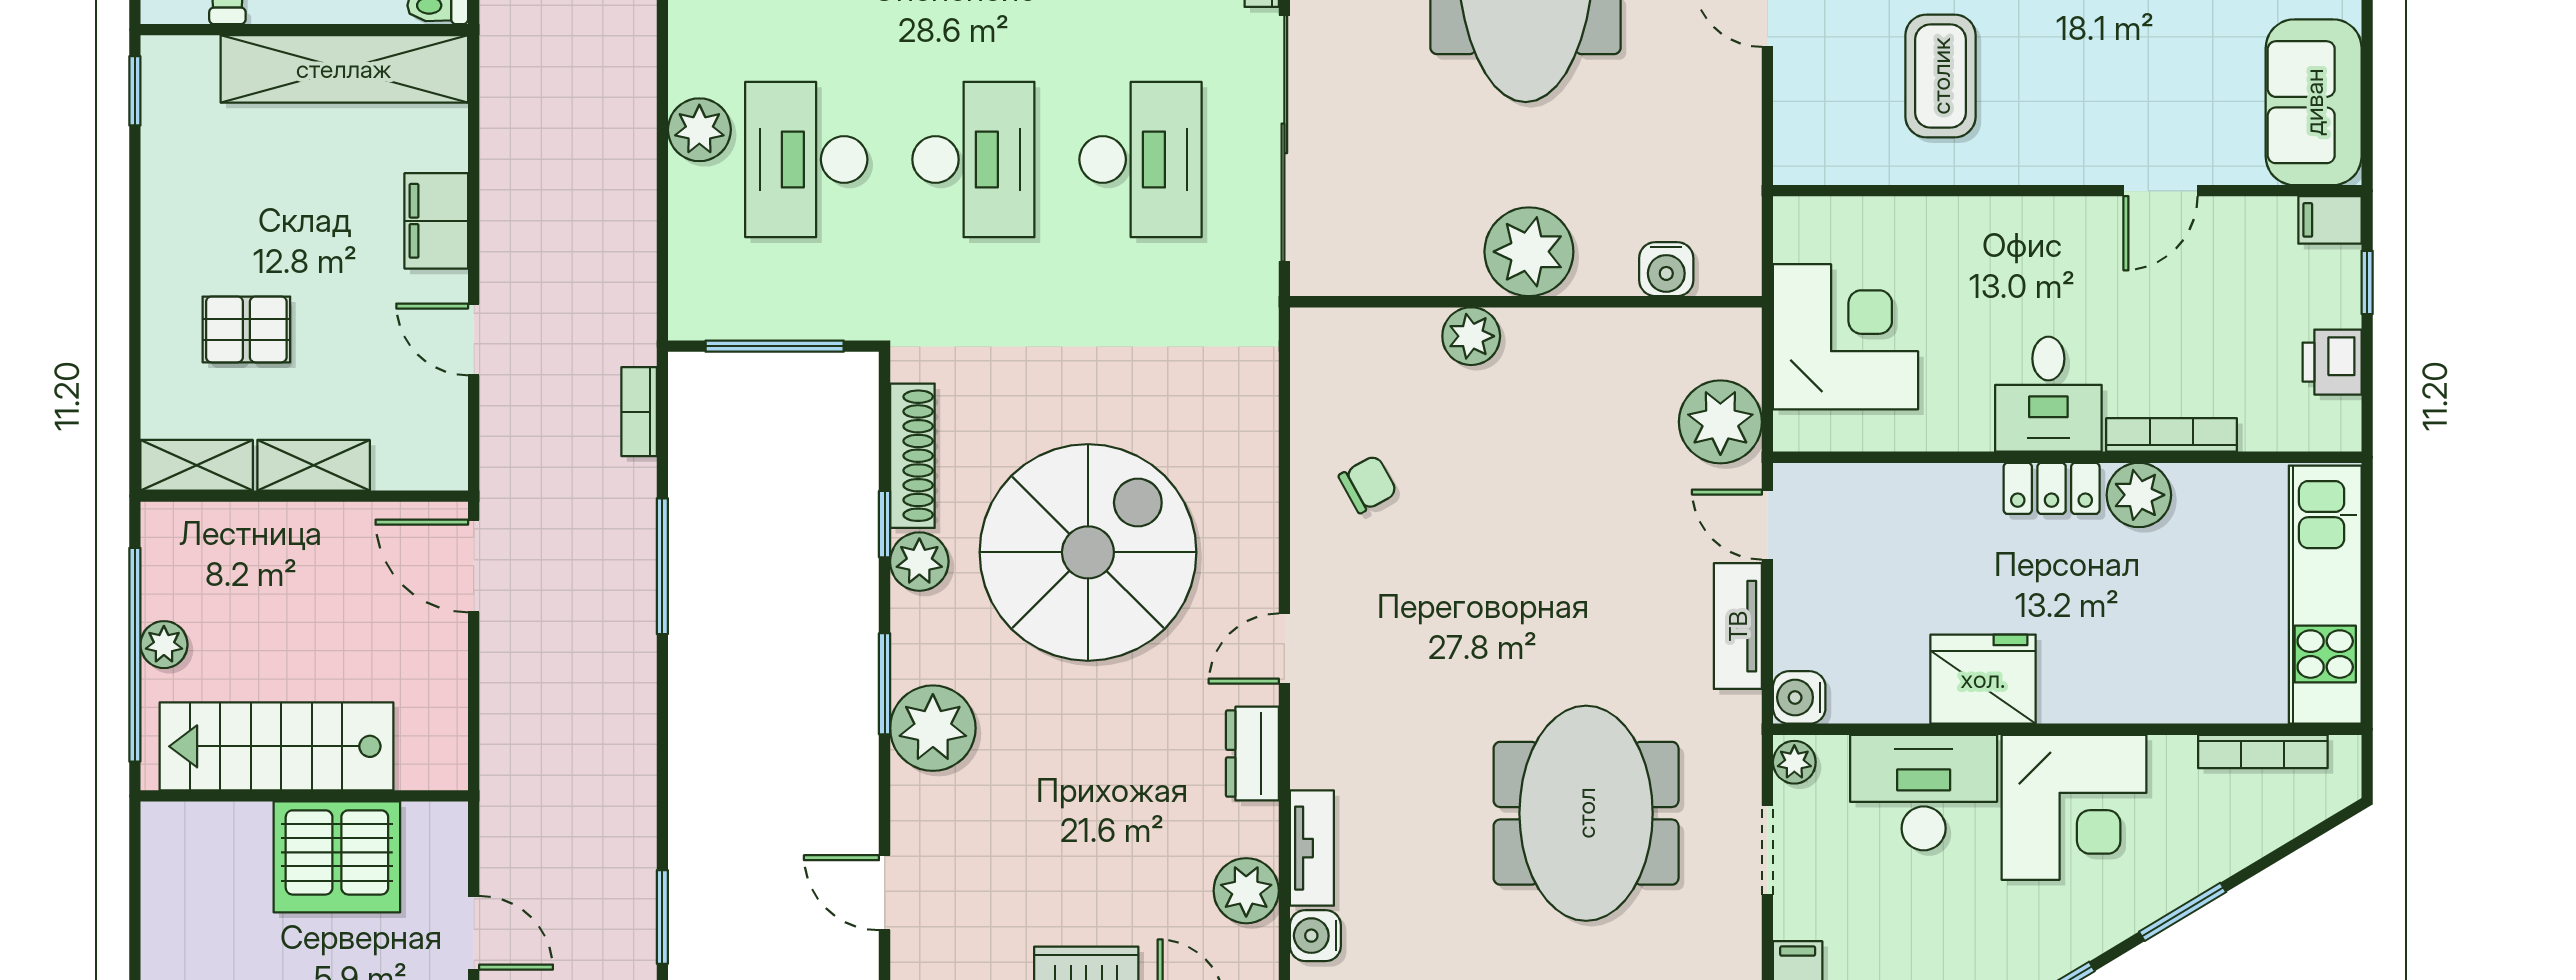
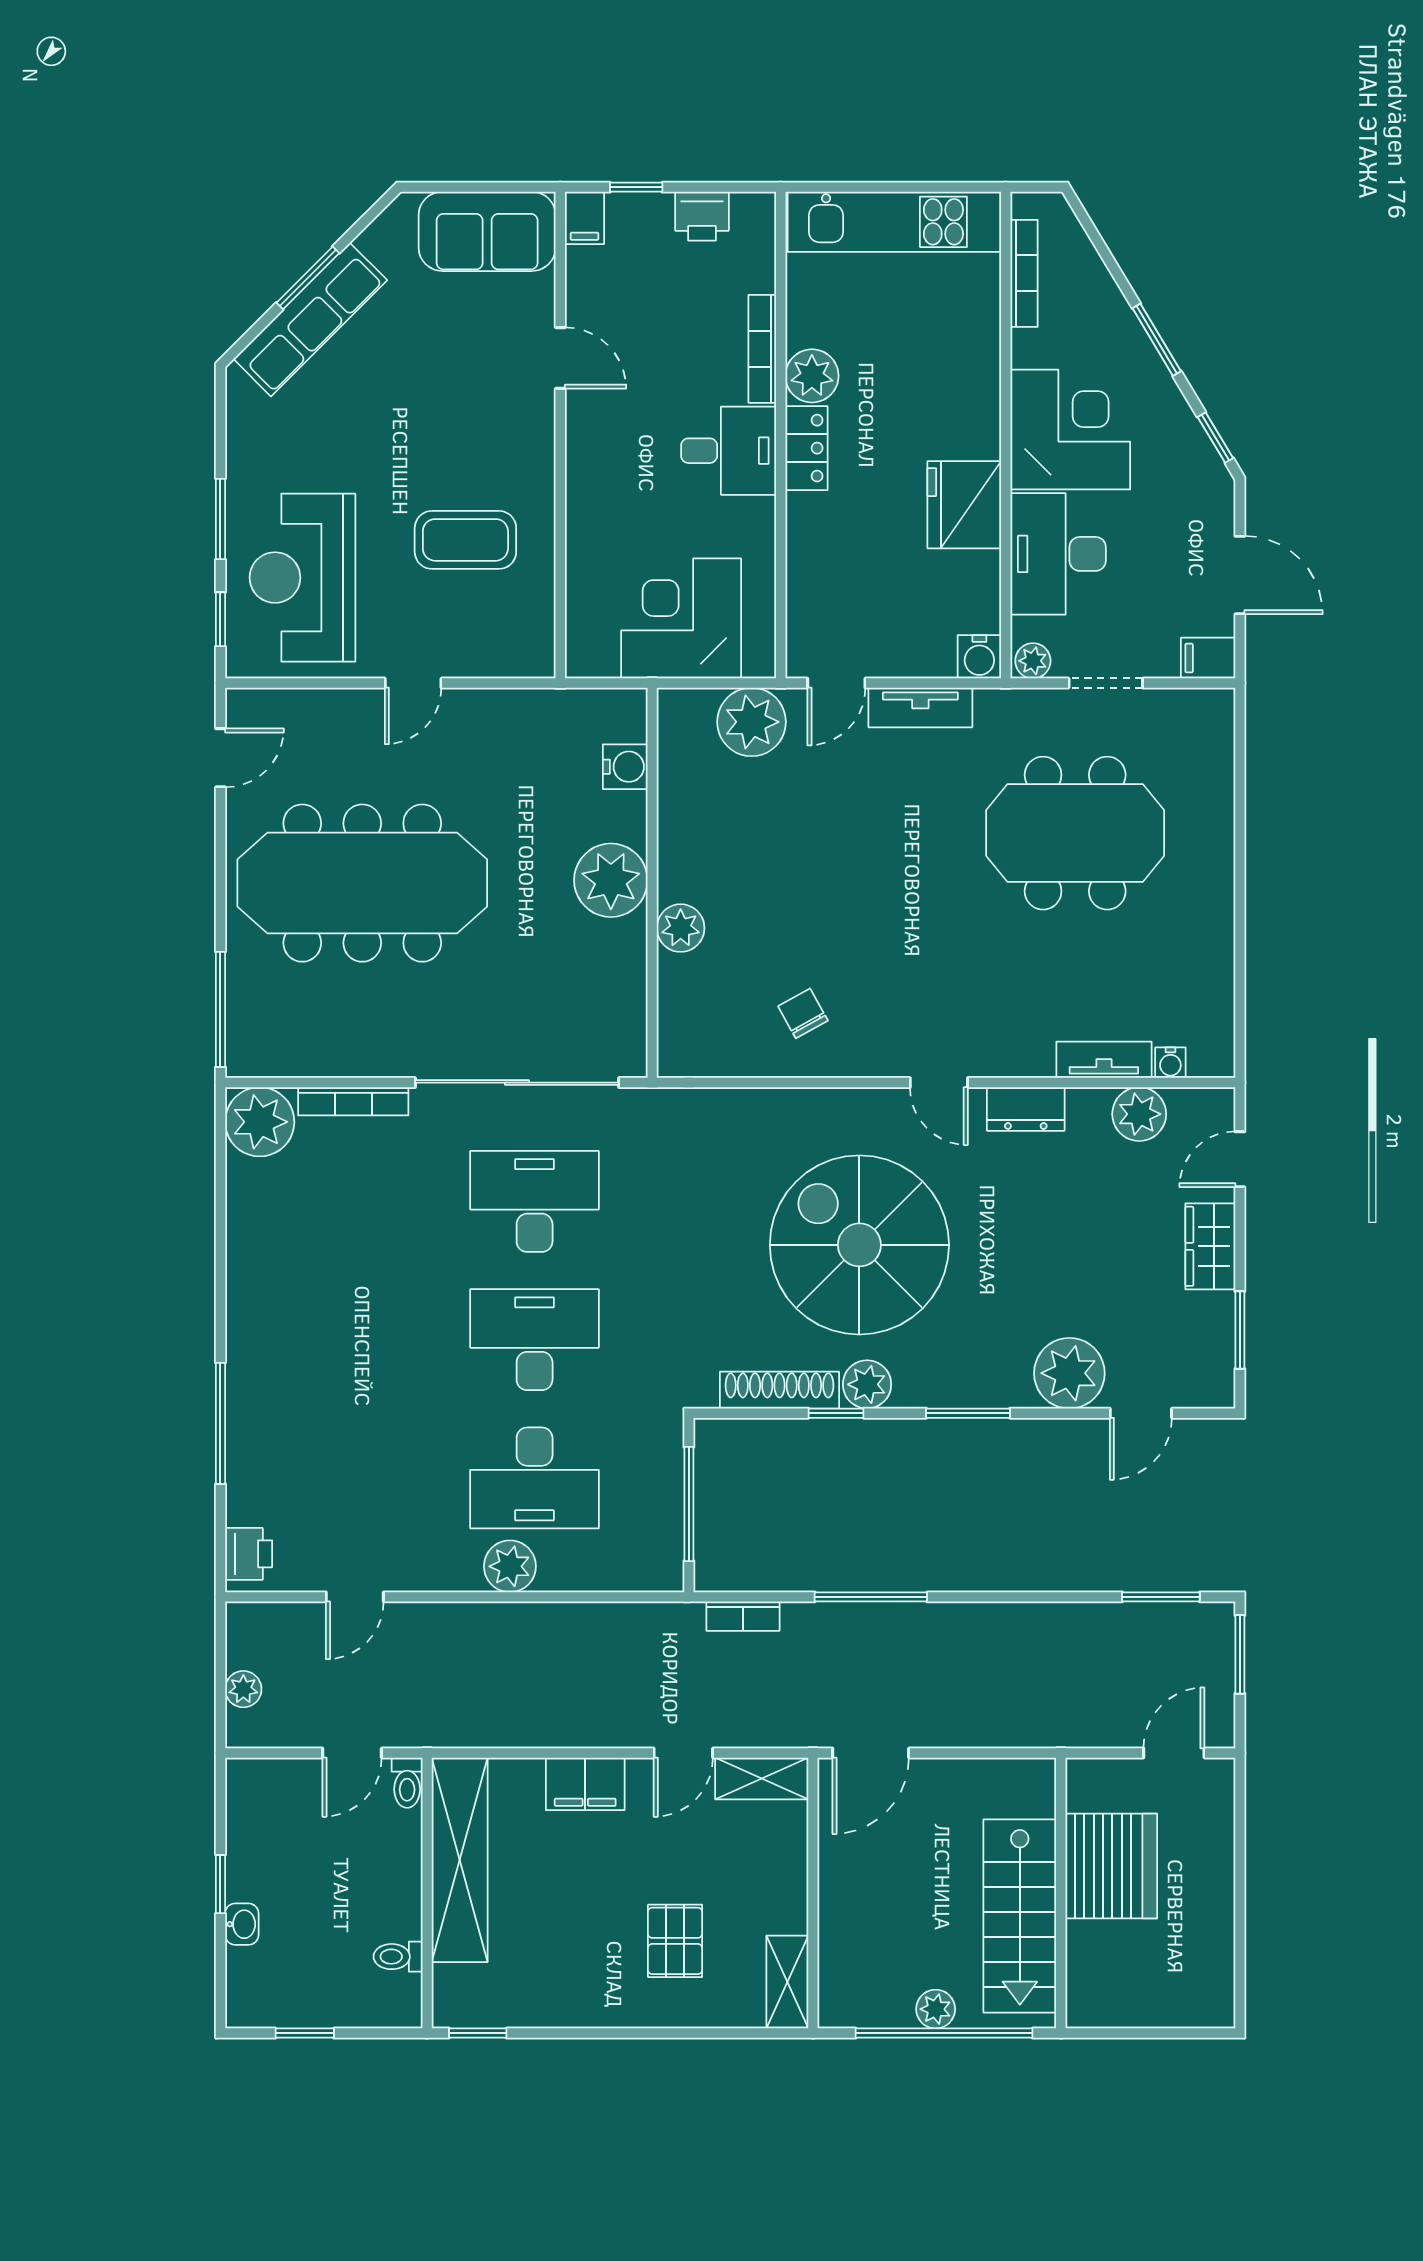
shelving: (314, 465) -> (762, 1778), moved, turned 90
plant: (933, 728) -> (1069, 1373), moved
water cooler: (1315, 936) -> (1170, 1063), width x0.72, depth x0.72

